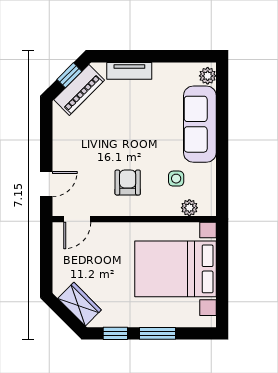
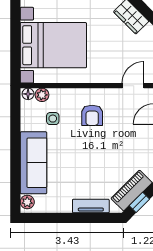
floor lamp: (207, 209) -> (28, 94), added

